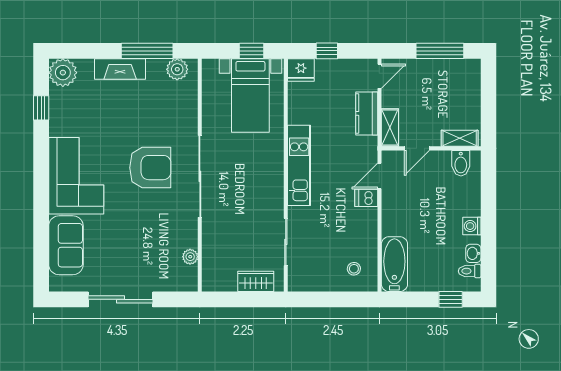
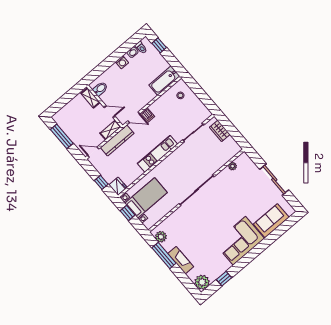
kitchen counter: (367, 113) -> (117, 141), width x1.50
armchair: (150, 168) -> (210, 214), removed

